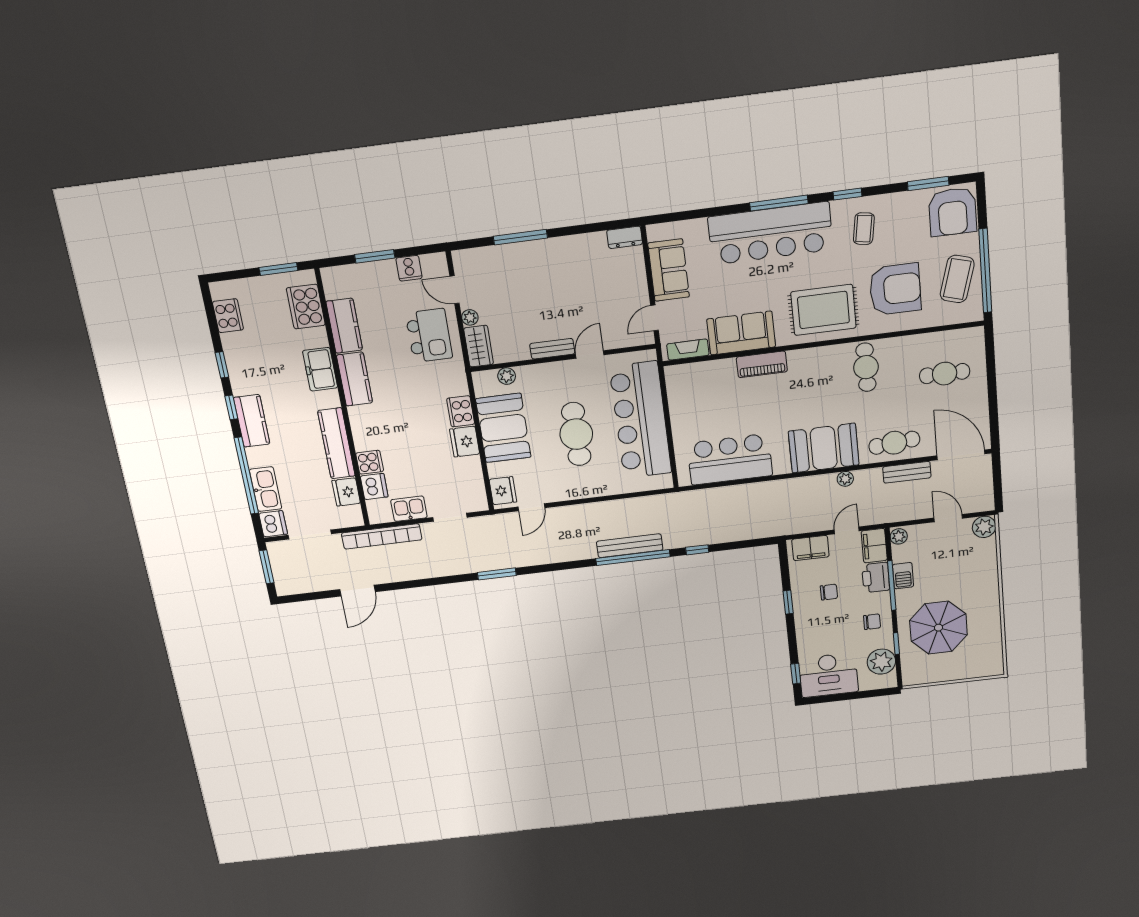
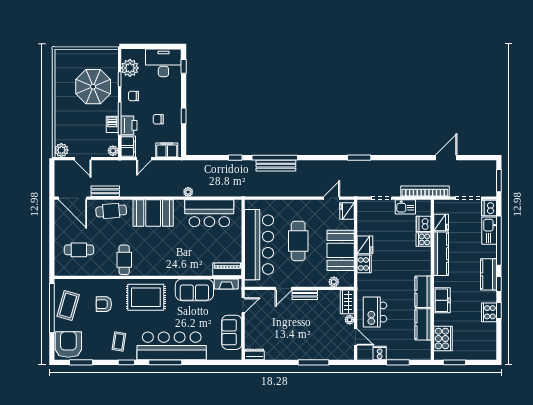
armchair: (895, 289) -> (104, 304), width x0.53, depth x0.53
cooker: (228, 316) -> (489, 312), moved
piano: (762, 364) -> (227, 269), moved
plant: (845, 479) -> (188, 192), moved

